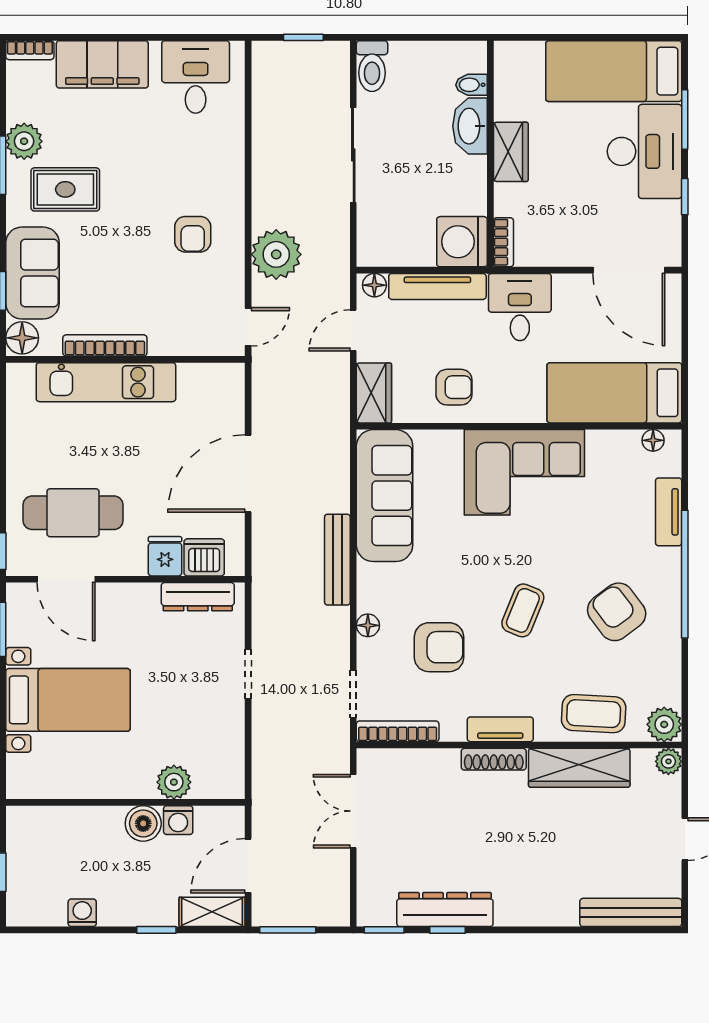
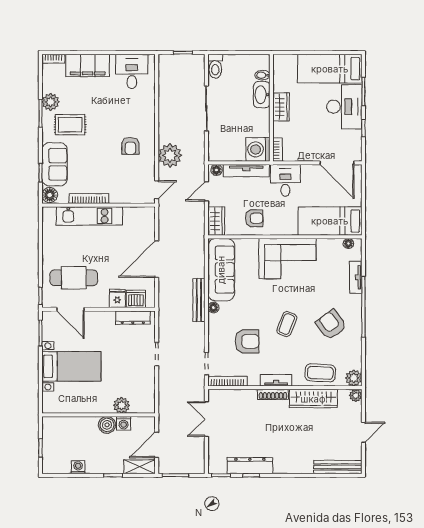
floor lamp: (368, 625) -> (213, 308), moved

